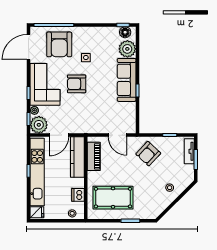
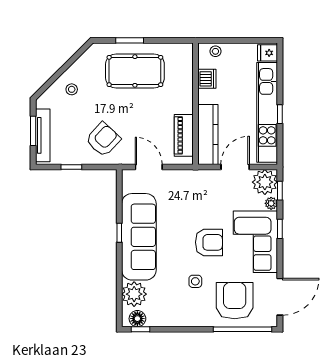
sofa: (127, 80) -> (139, 237), width x1.36, depth x1.27
tv unit: (189, 151) -> (43, 135), width x1.41
pool table: (113, 198) -> (135, 71), moved

